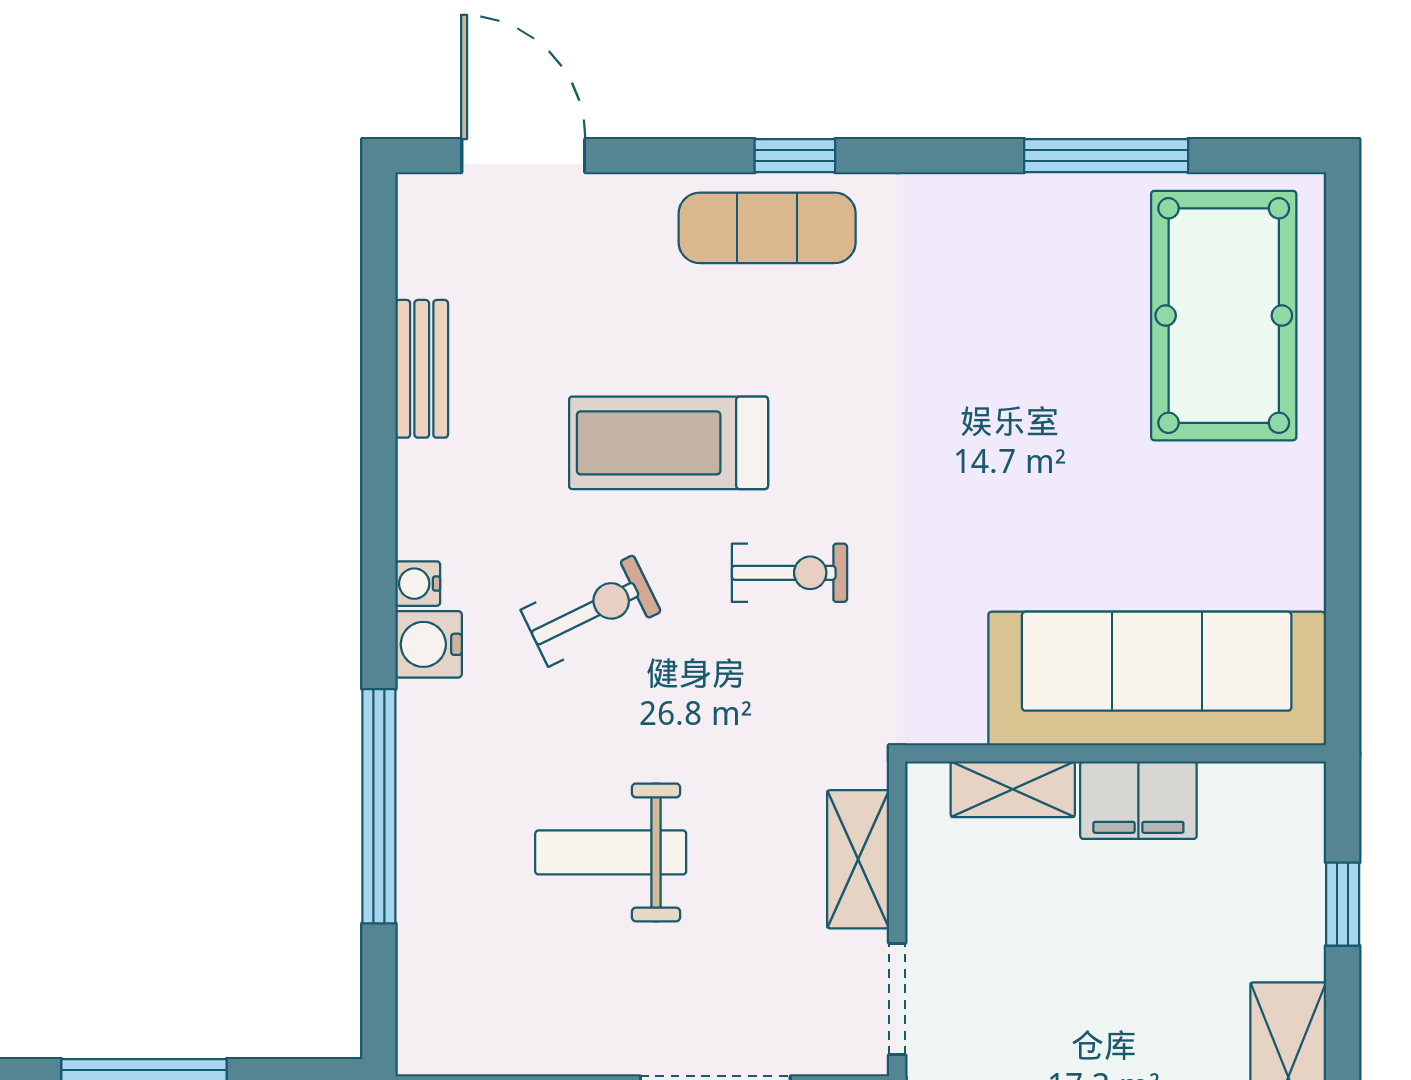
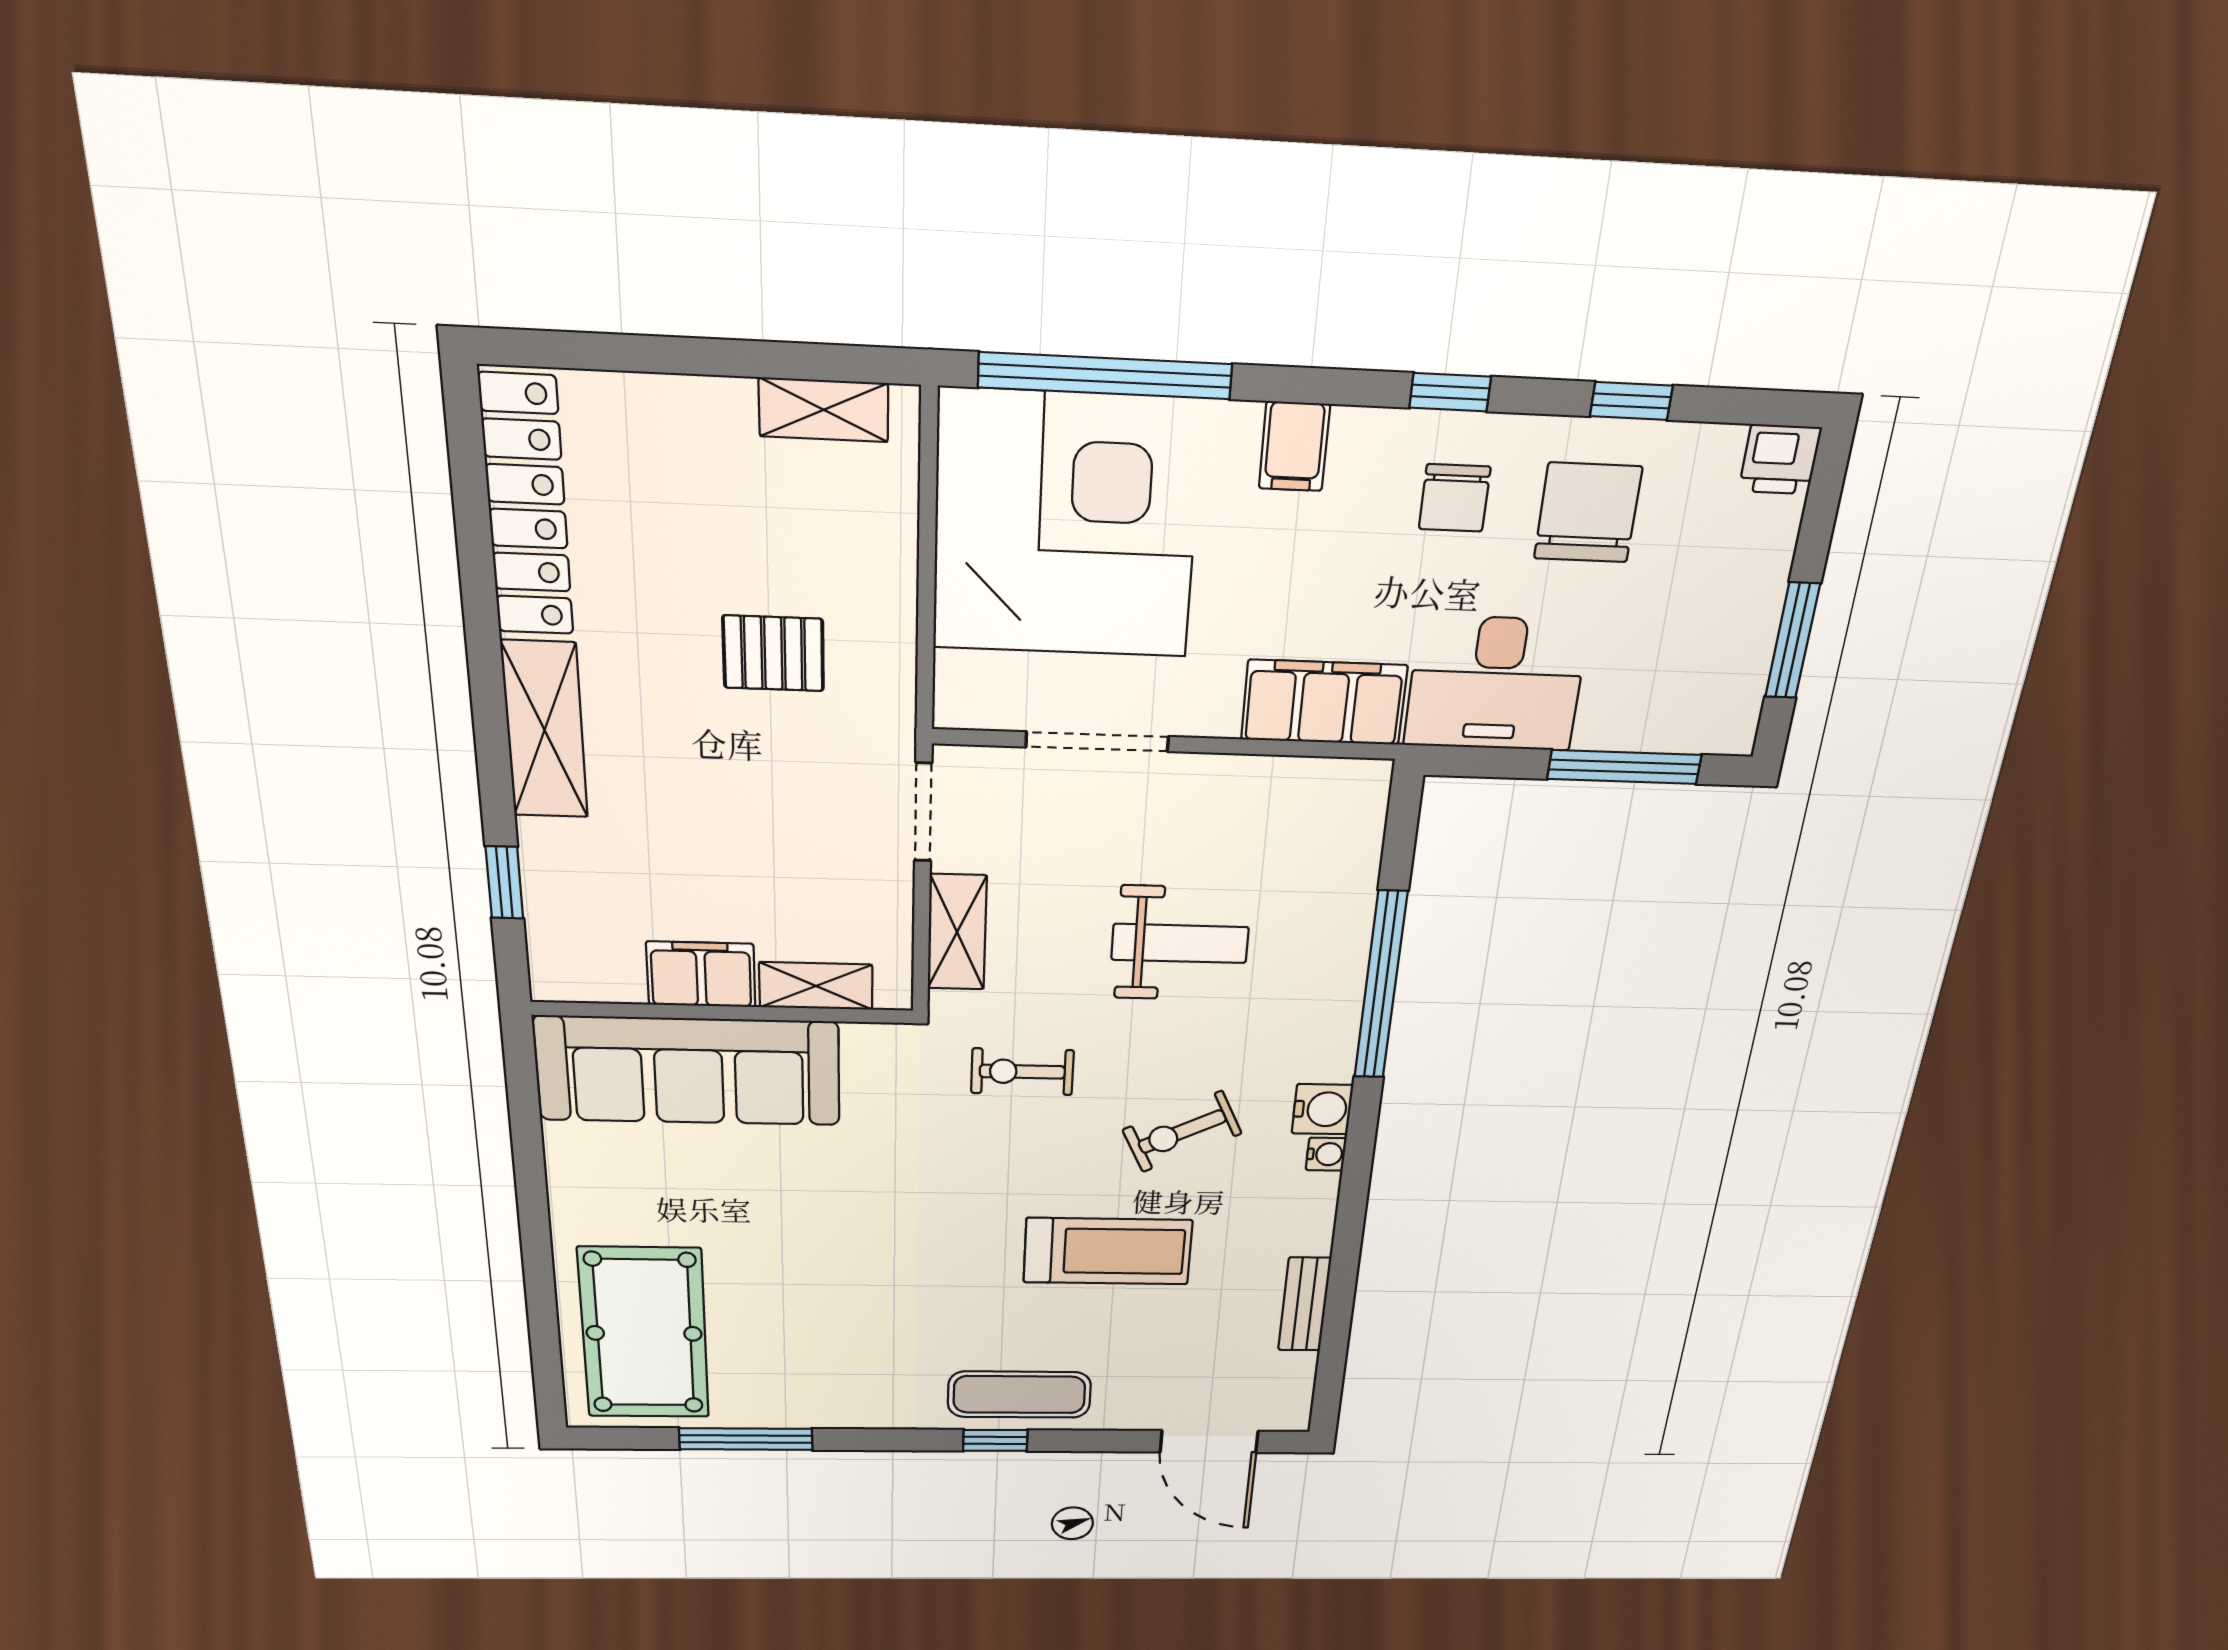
exercise bike: (789, 573) -> (1022, 1072), moved

